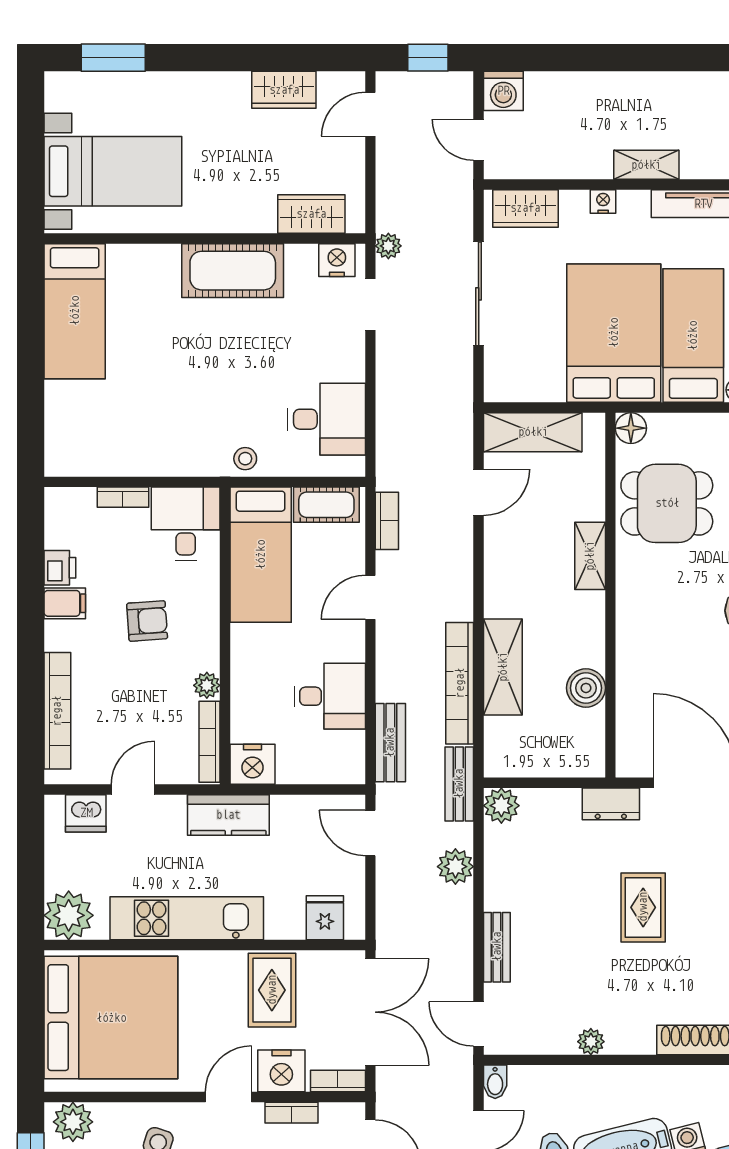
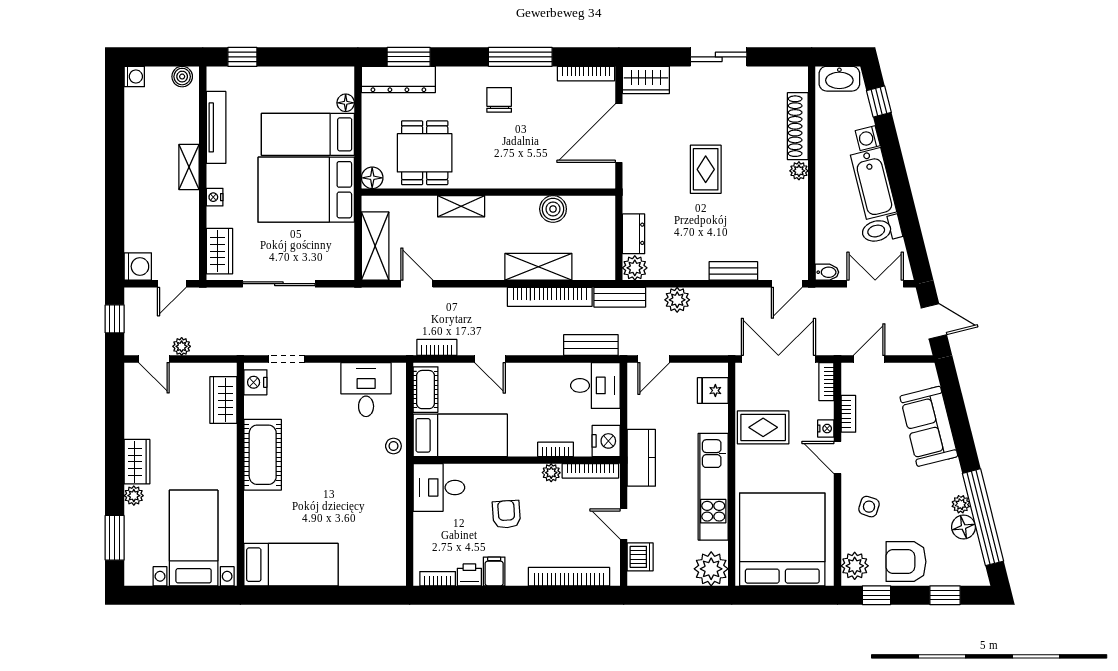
plant: (174, 85) -> (134, 496), added
wardrobe: (284, 90) -> (137, 462), moved
plant: (388, 246) -> (182, 346), moved
bookcase: (123, 497) -> (438, 579), moved, turned -90
bookcase: (240, 692) -> (556, 449), added
desk: (330, 696) -> (595, 385), moved, turned 90
dresser: (611, 804) -> (634, 234), moved
rug: (643, 907) -> (706, 169), turned 90
plant: (591, 1042) -> (799, 171), moved
nightstand: (281, 1071) -> (826, 429), width x0.53, depth x0.56

